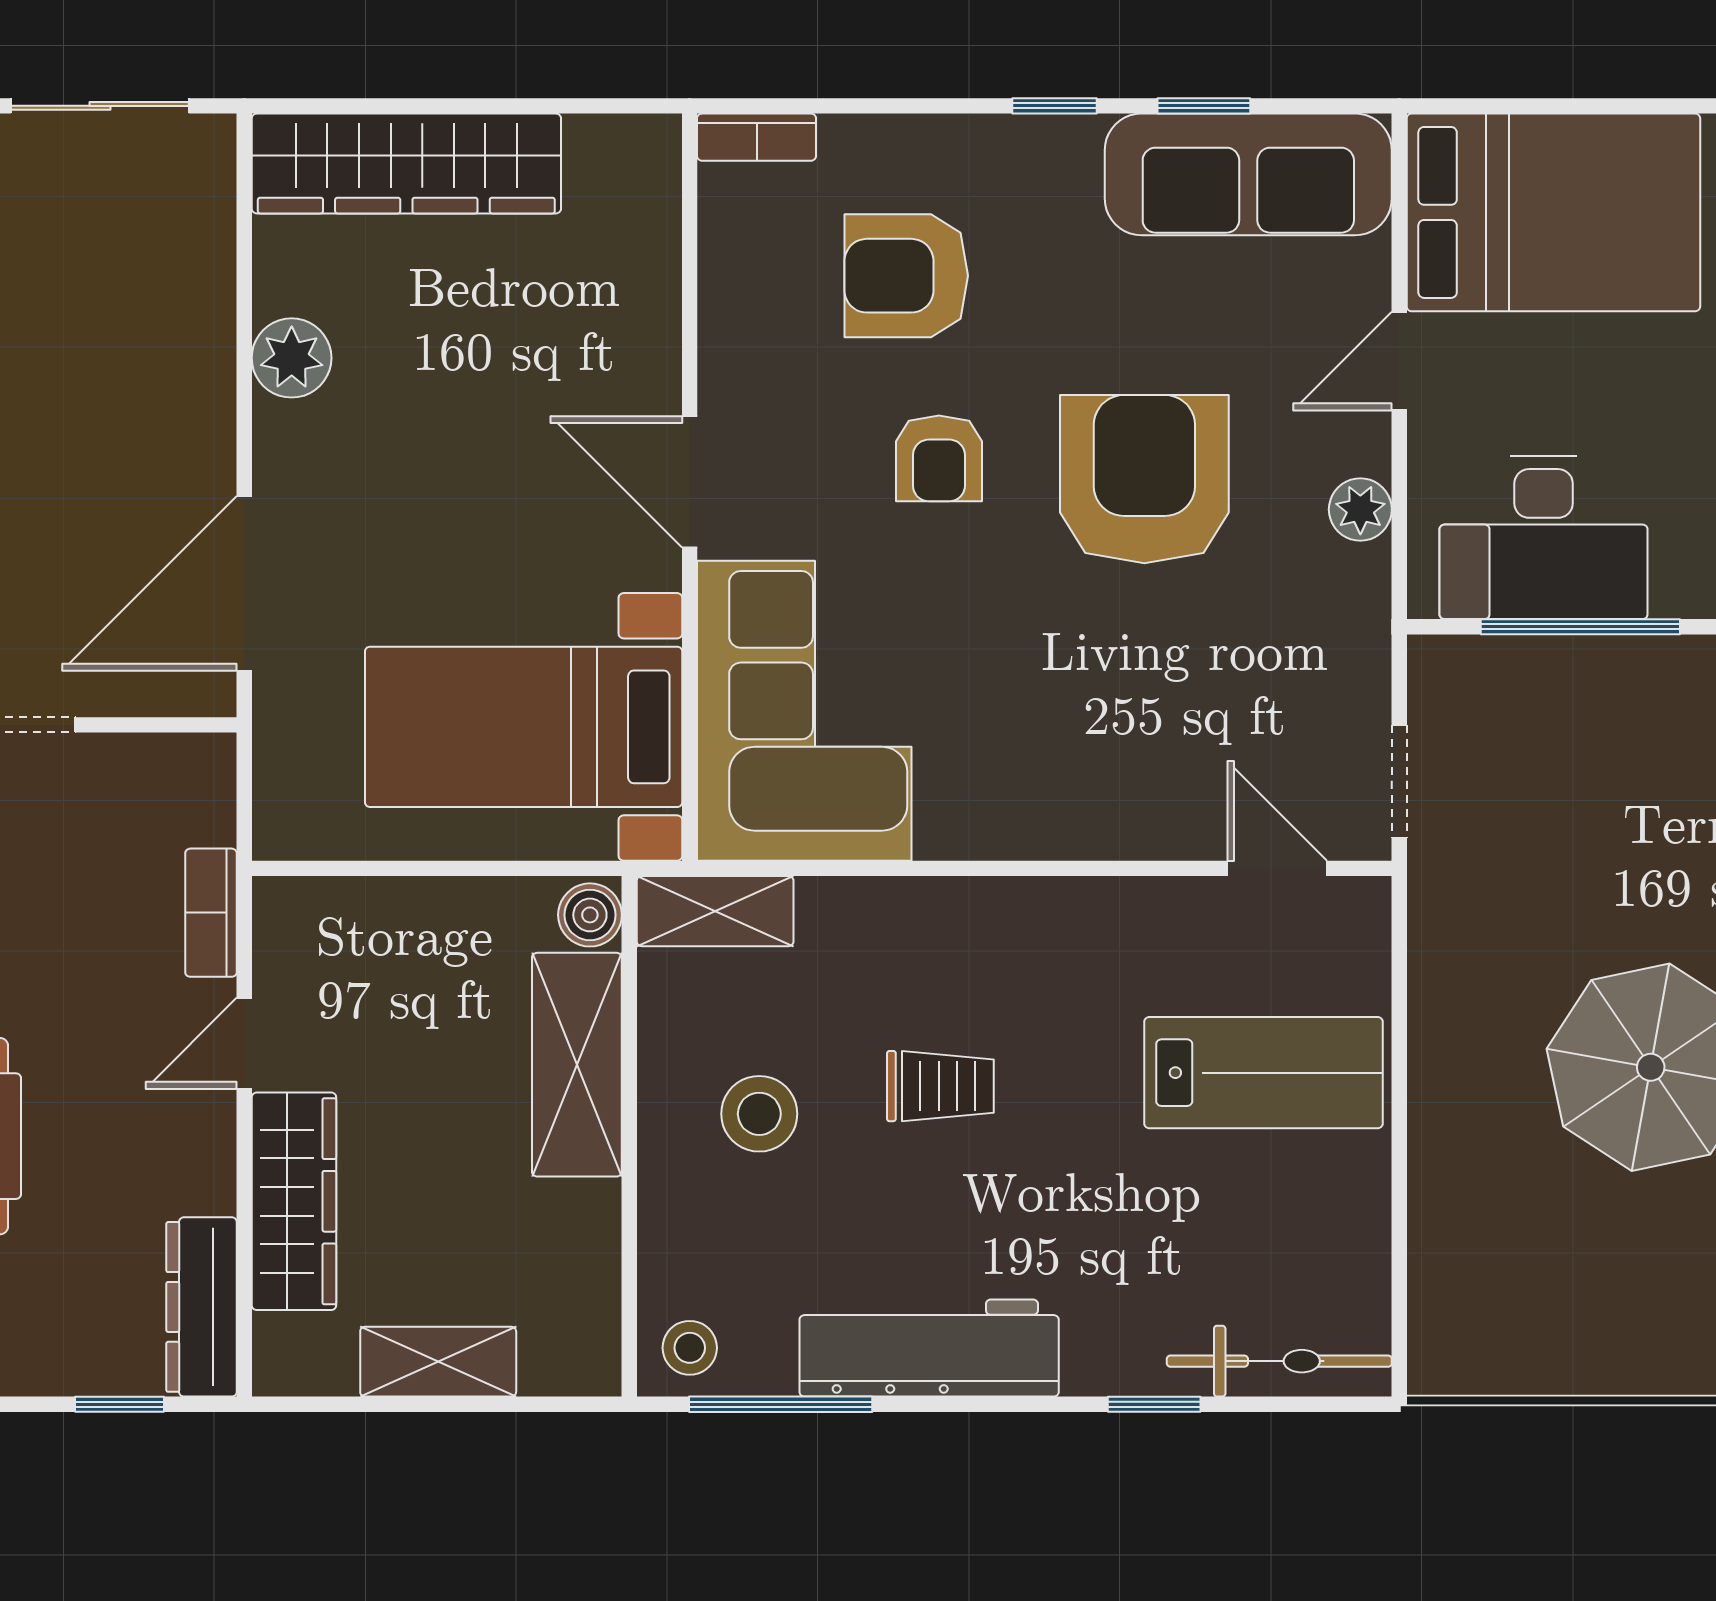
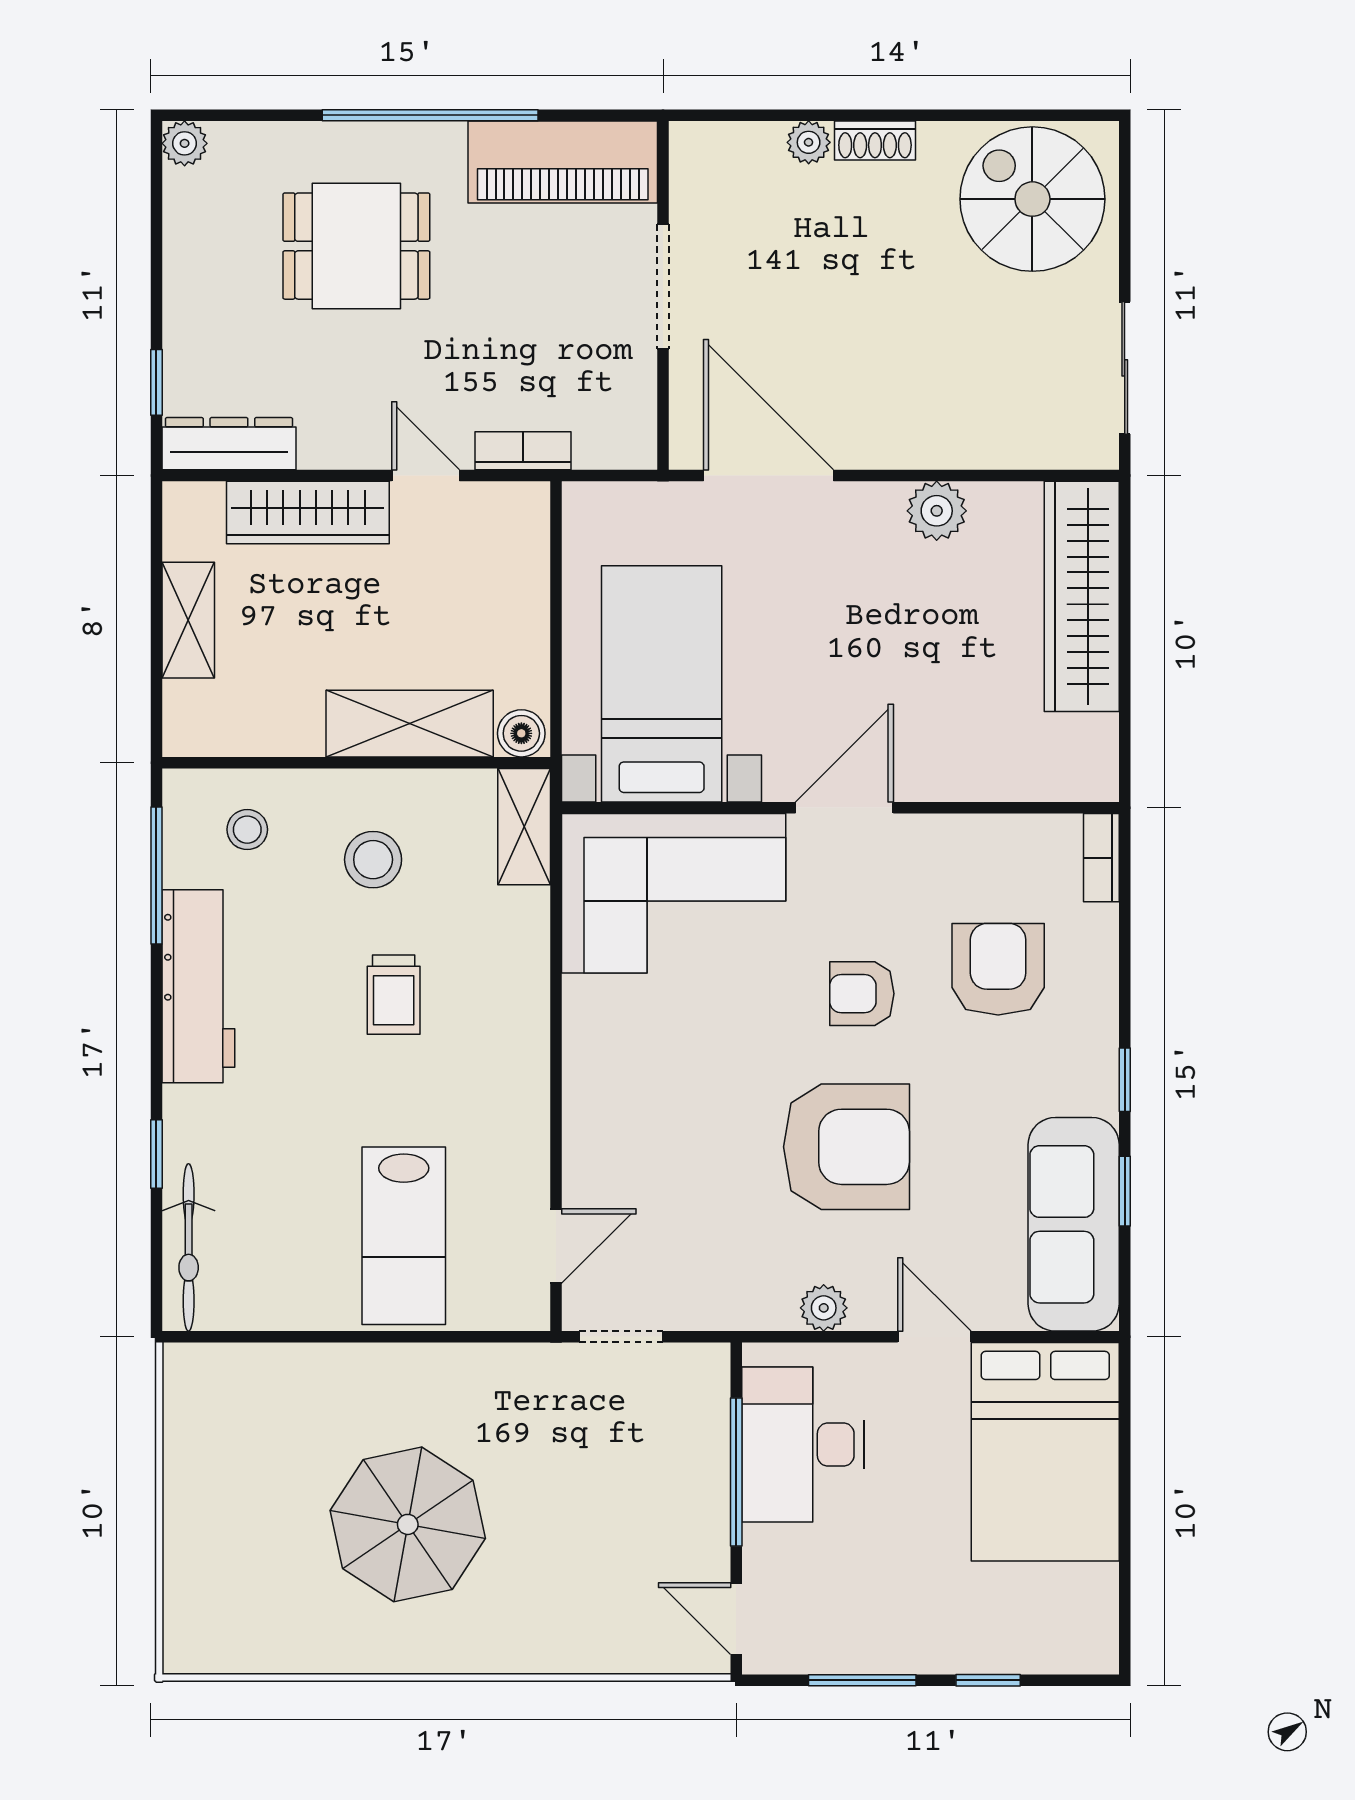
stool: (690, 1348) -> (247, 830), moved

